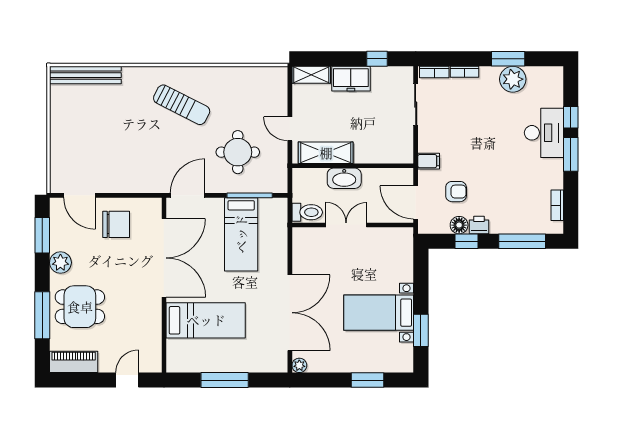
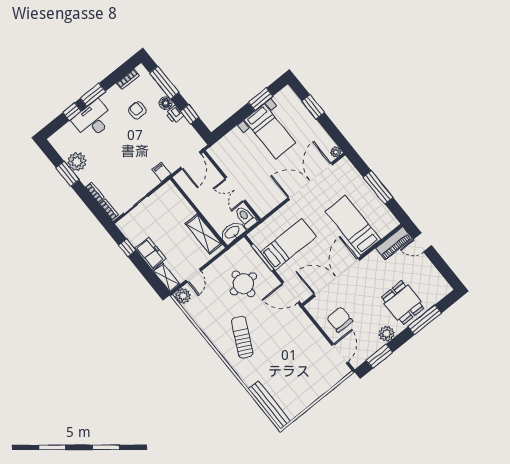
plant: (277, 77) -> (183, 296), added
door: (290, 129) -> (193, 276), moved
washbasin: (344, 178) -> (232, 232), moved, turned -90
armchair: (456, 192) -> (137, 110), moved
floor lamp: (459, 225) -> (166, 103), moved
piano: (74, 362) -> (394, 243), moved, turned -90

